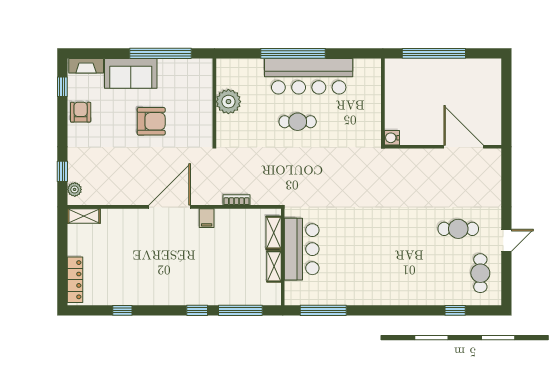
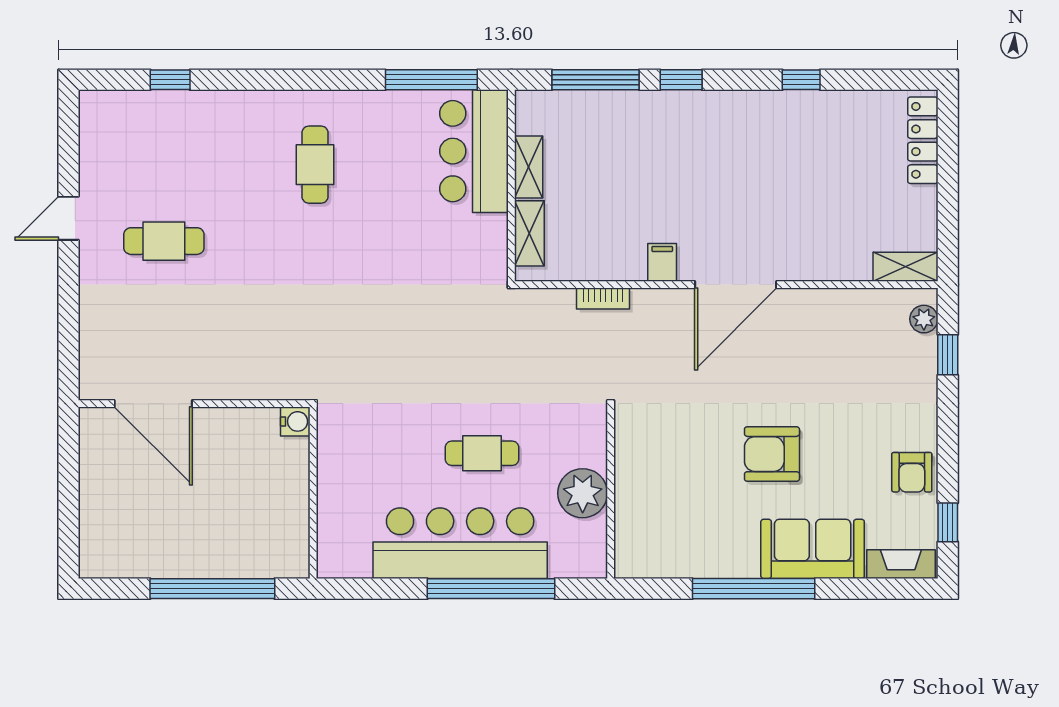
wall: (214, 102) -> (611, 493), moved
plant: (228, 102) -> (583, 493), moved
bar counter: (302, 249) -> (474, 151), moved
cafe table: (480, 273) -> (315, 165), moved
window: (122, 310) -> (801, 80), moved

